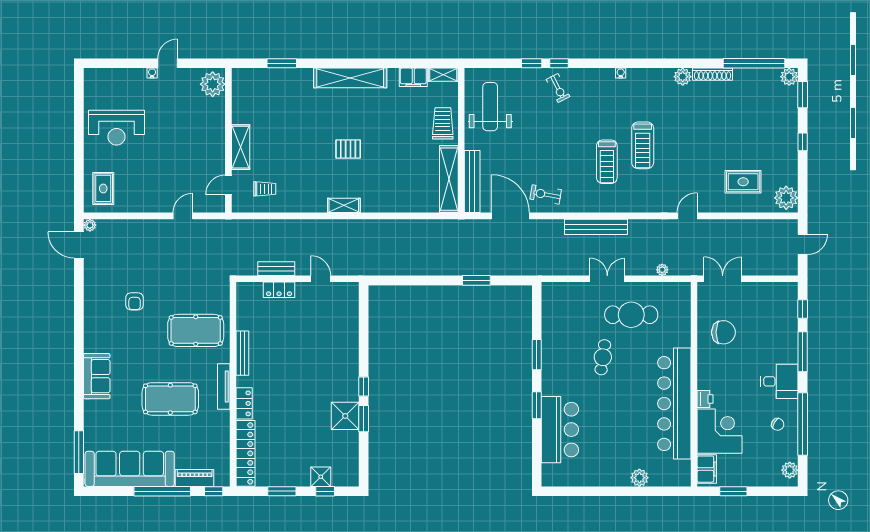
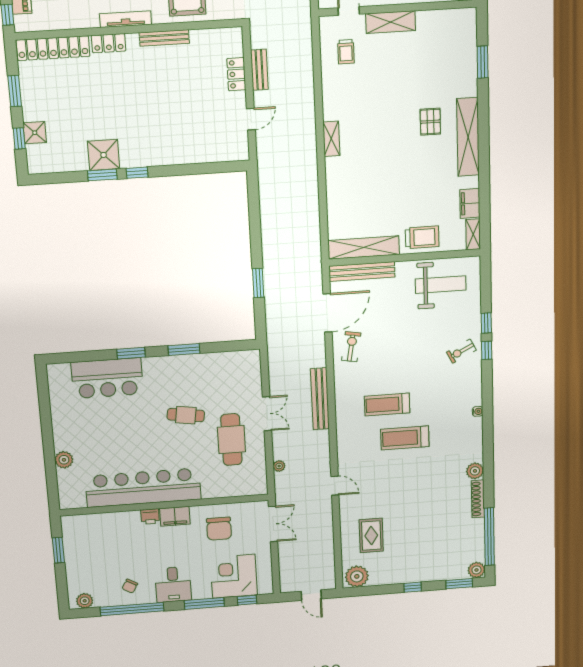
pallet: (348, 149) -> (430, 122), moved
corner desk: (720, 431) -> (234, 576), moved, turned 180
filing cabinet: (707, 469) -> (175, 516), moved

